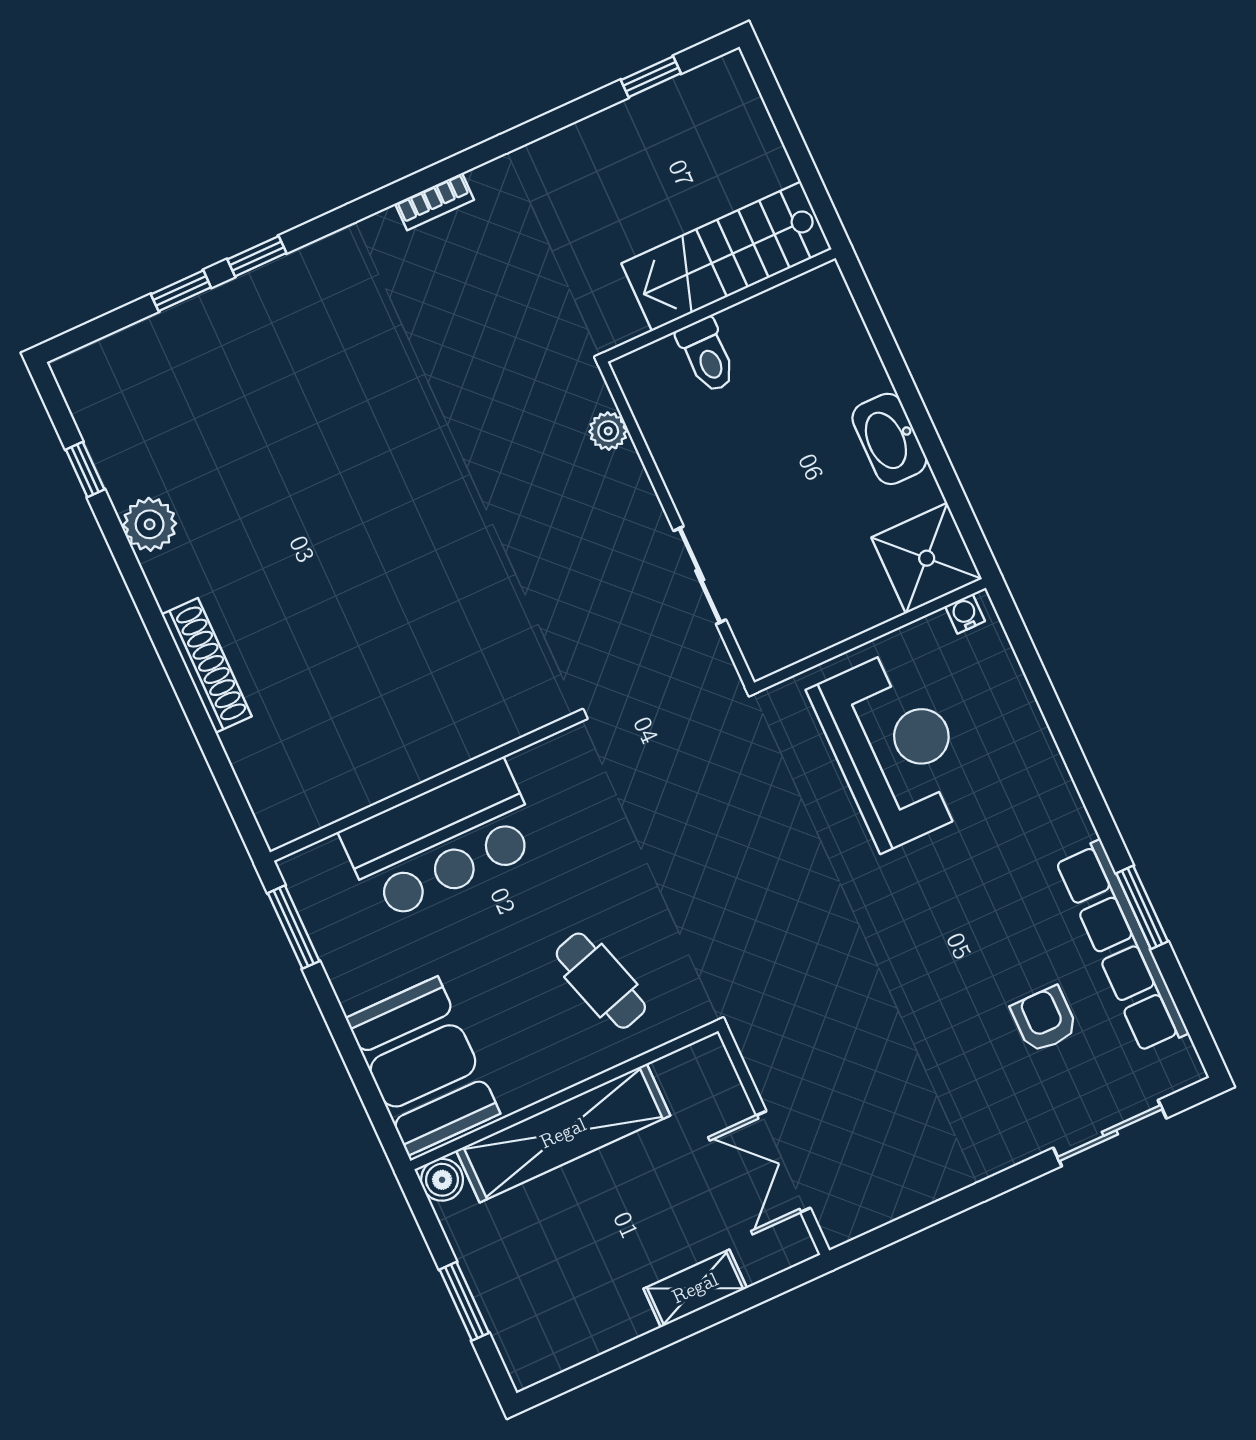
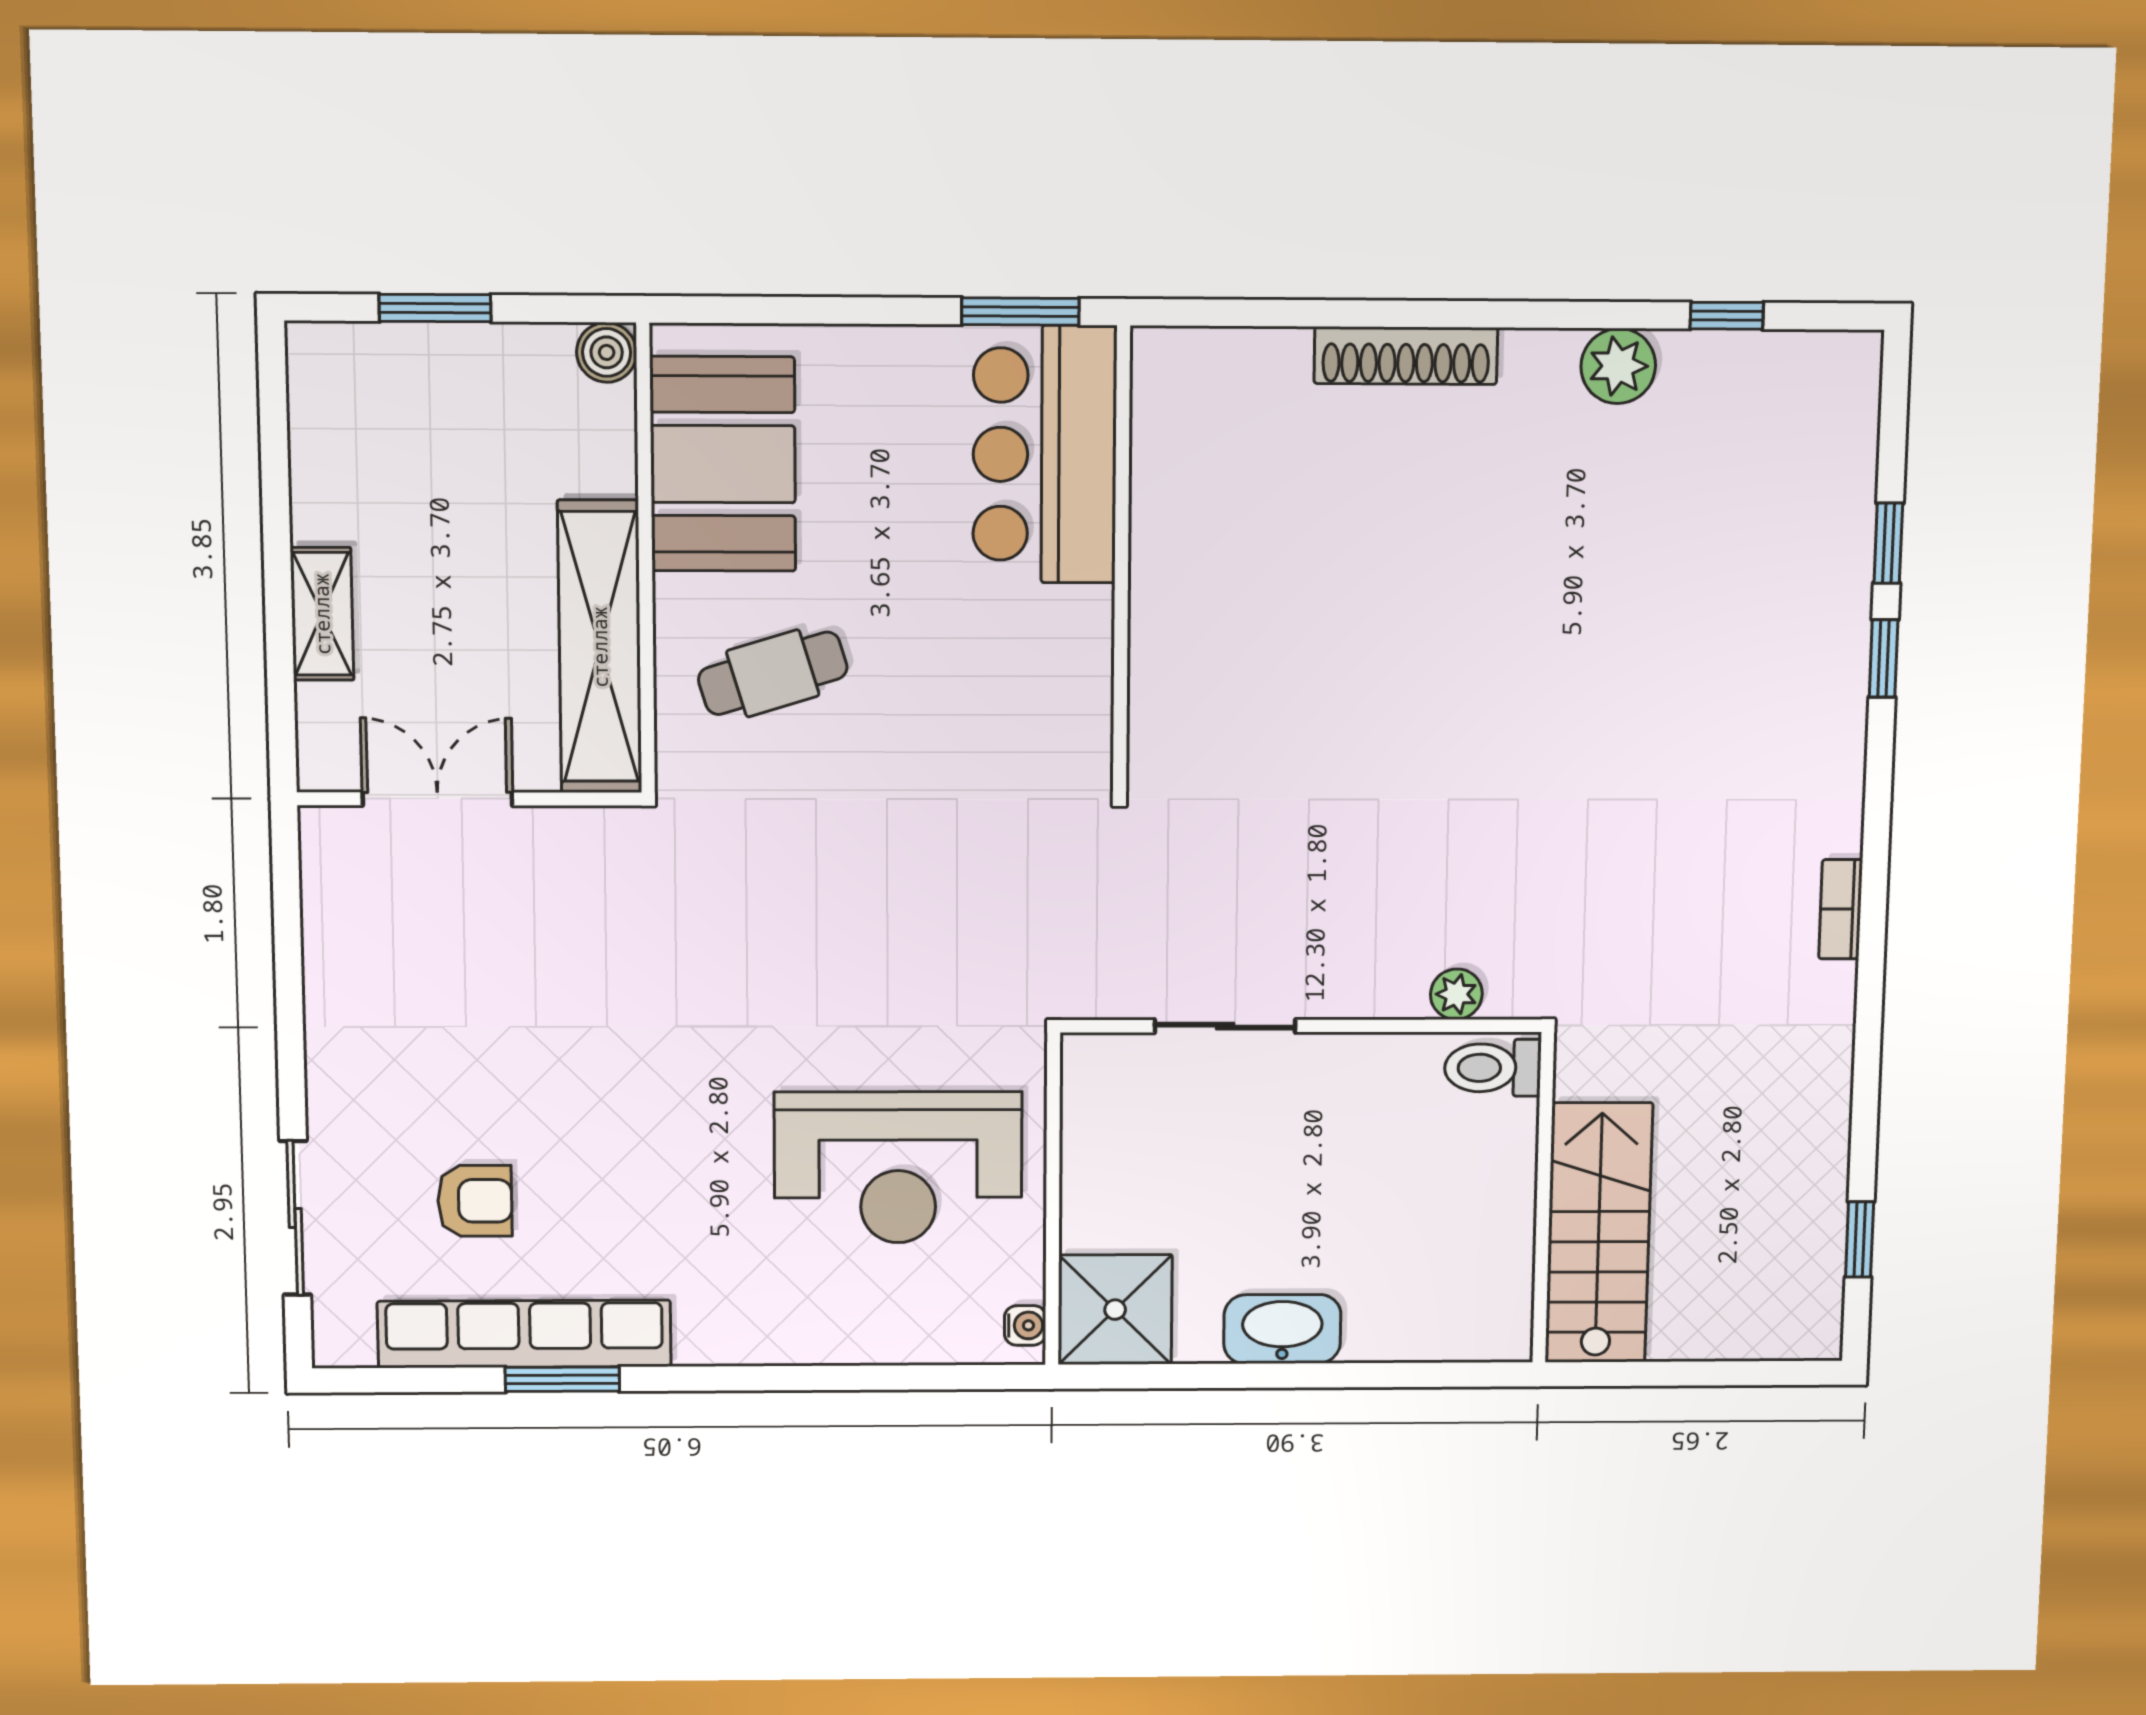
toilet: (707, 355) -> (1493, 1068), moved
bar counter: (441, 840) -> (1045, 455), moved
booth: (423, 1066) -> (723, 464), moved, turned 90
shelving: (563, 1133) -> (600, 647), moved

